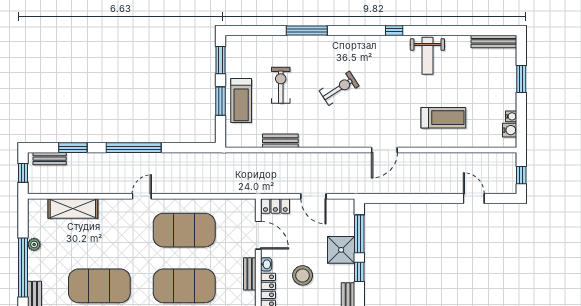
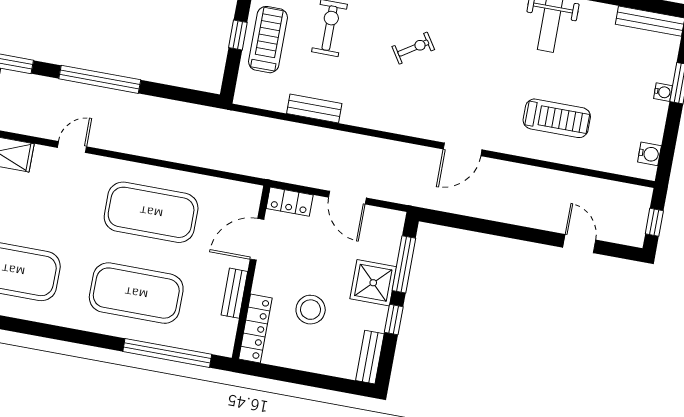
exercise bike: (339, 88) -> (413, 48), width x0.73, depth x0.72
treadmill: (241, 100) -> (268, 40), turned 180
window: (220, 101) -> (238, 35), width x0.67
water cooler: (511, 116) -> (663, 92), moved
door: (142, 196) -> (72, 147), moved
door: (258, 235) -> (257, 239), swing flipped
washbasin: (266, 264) -> (261, 284), removed

